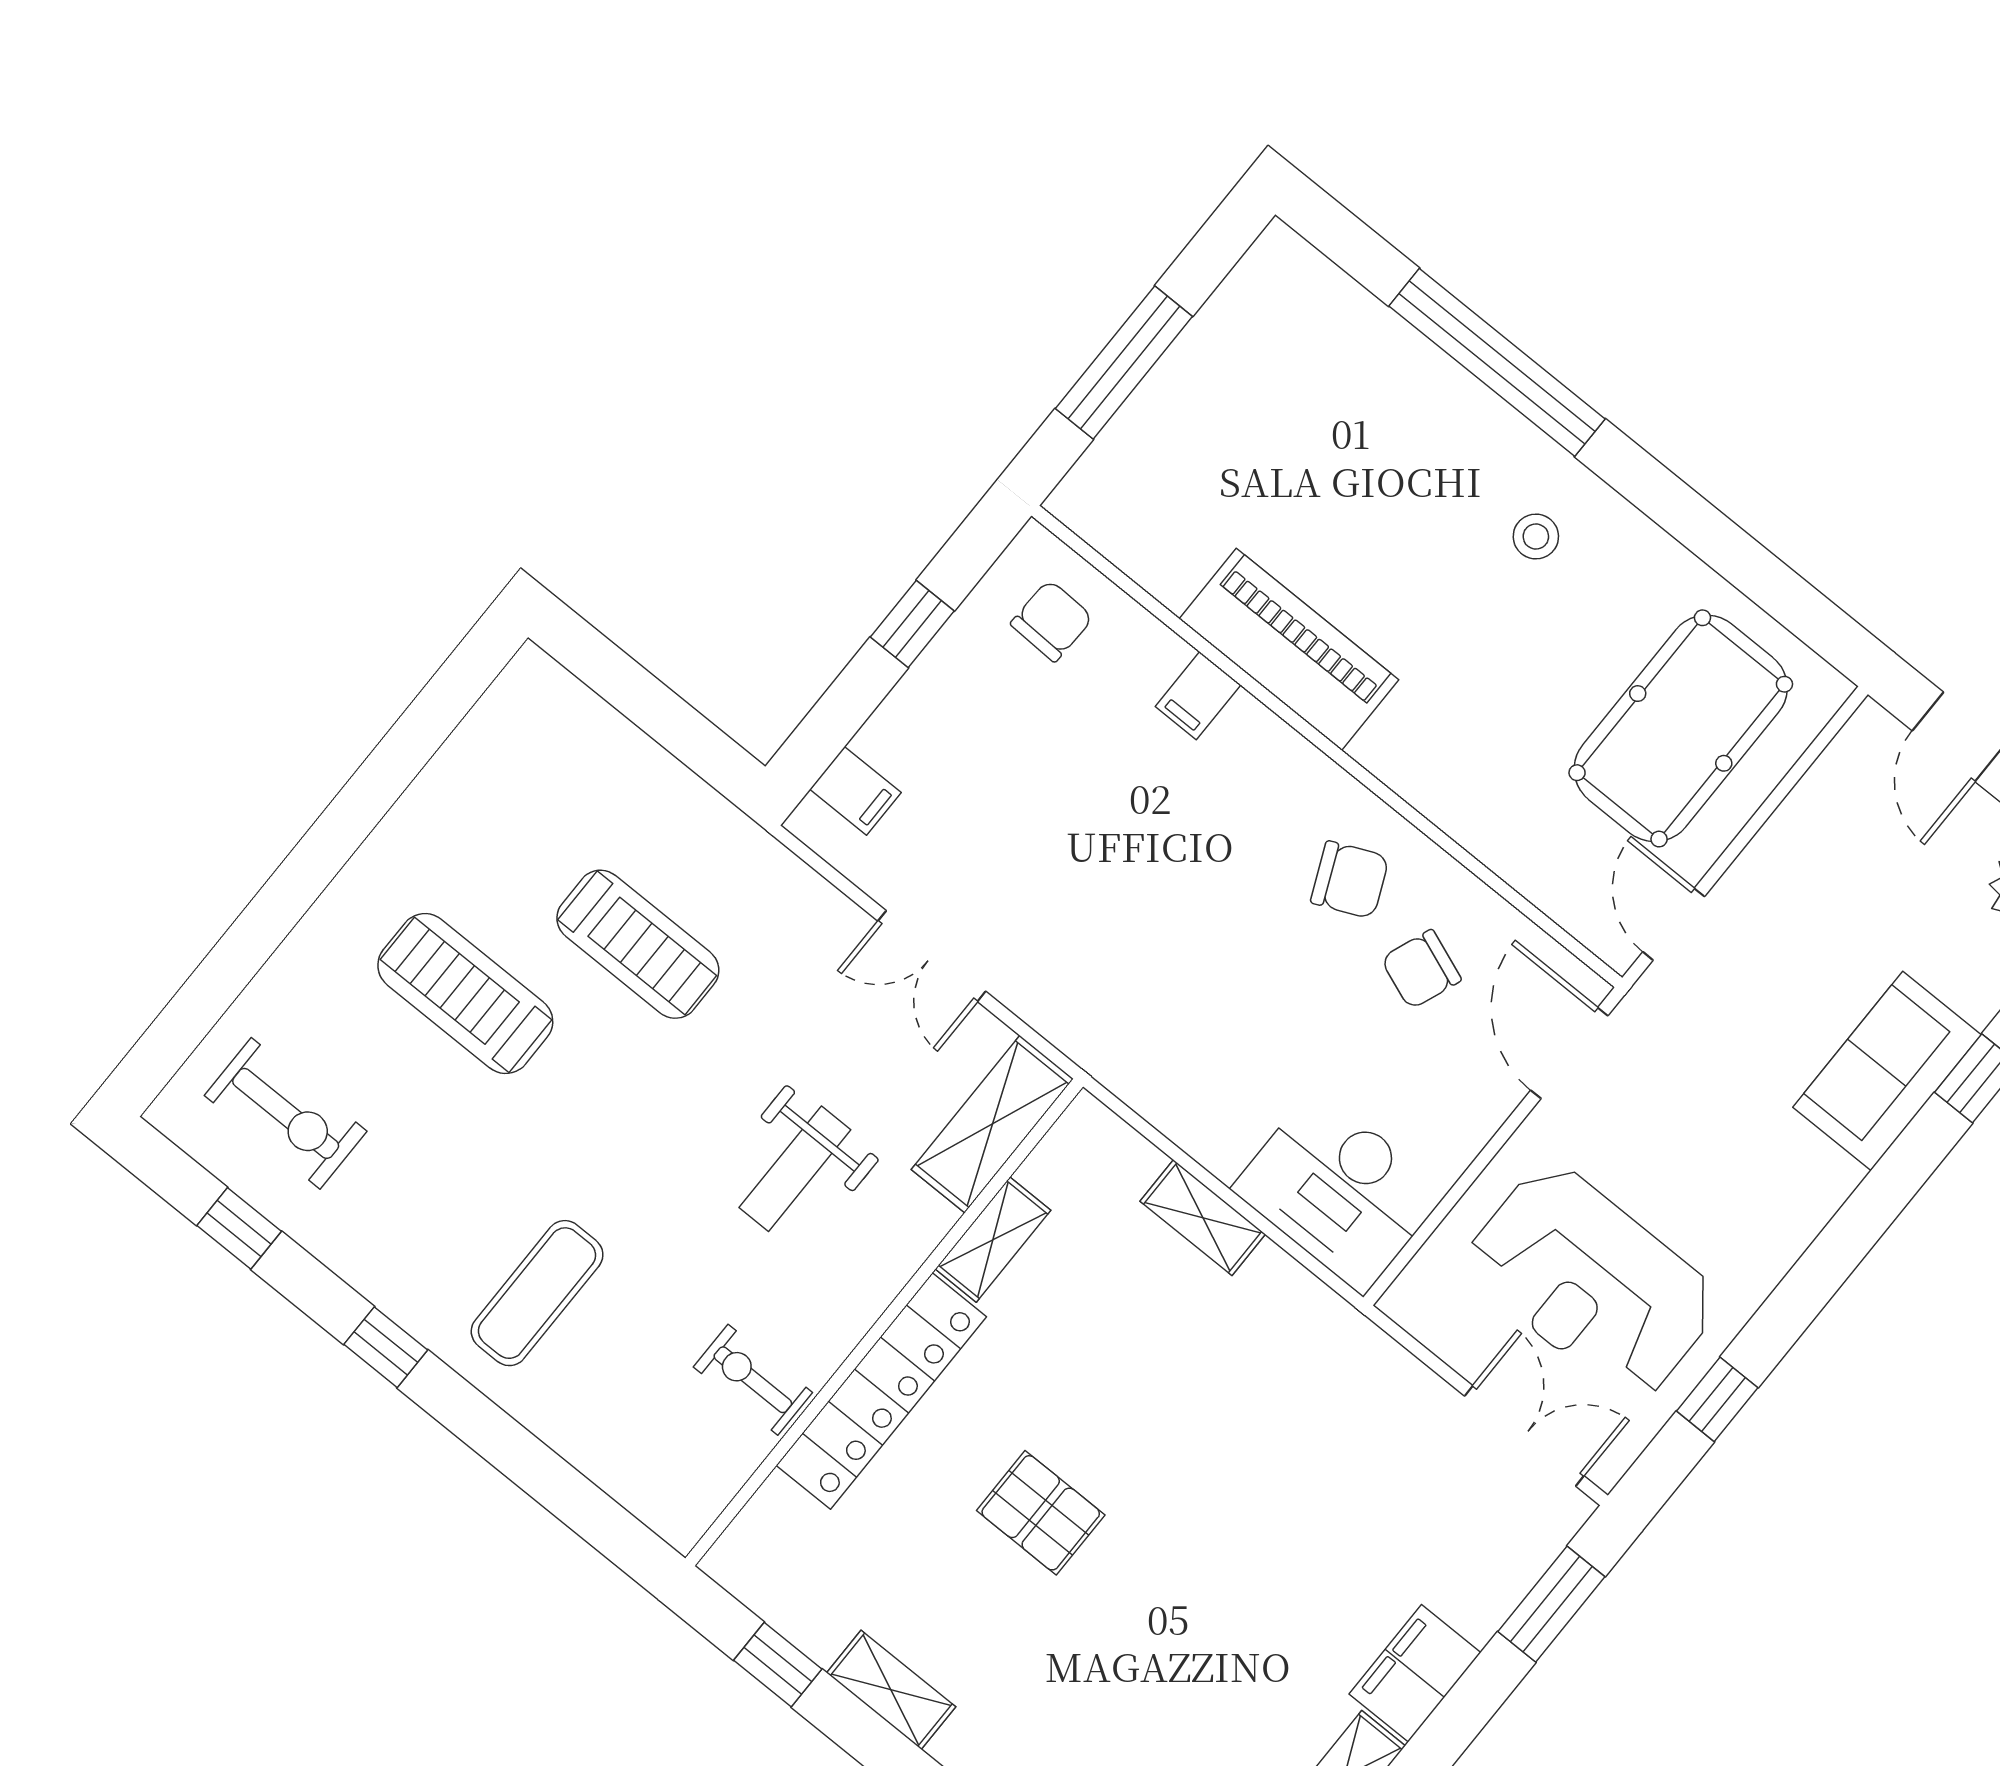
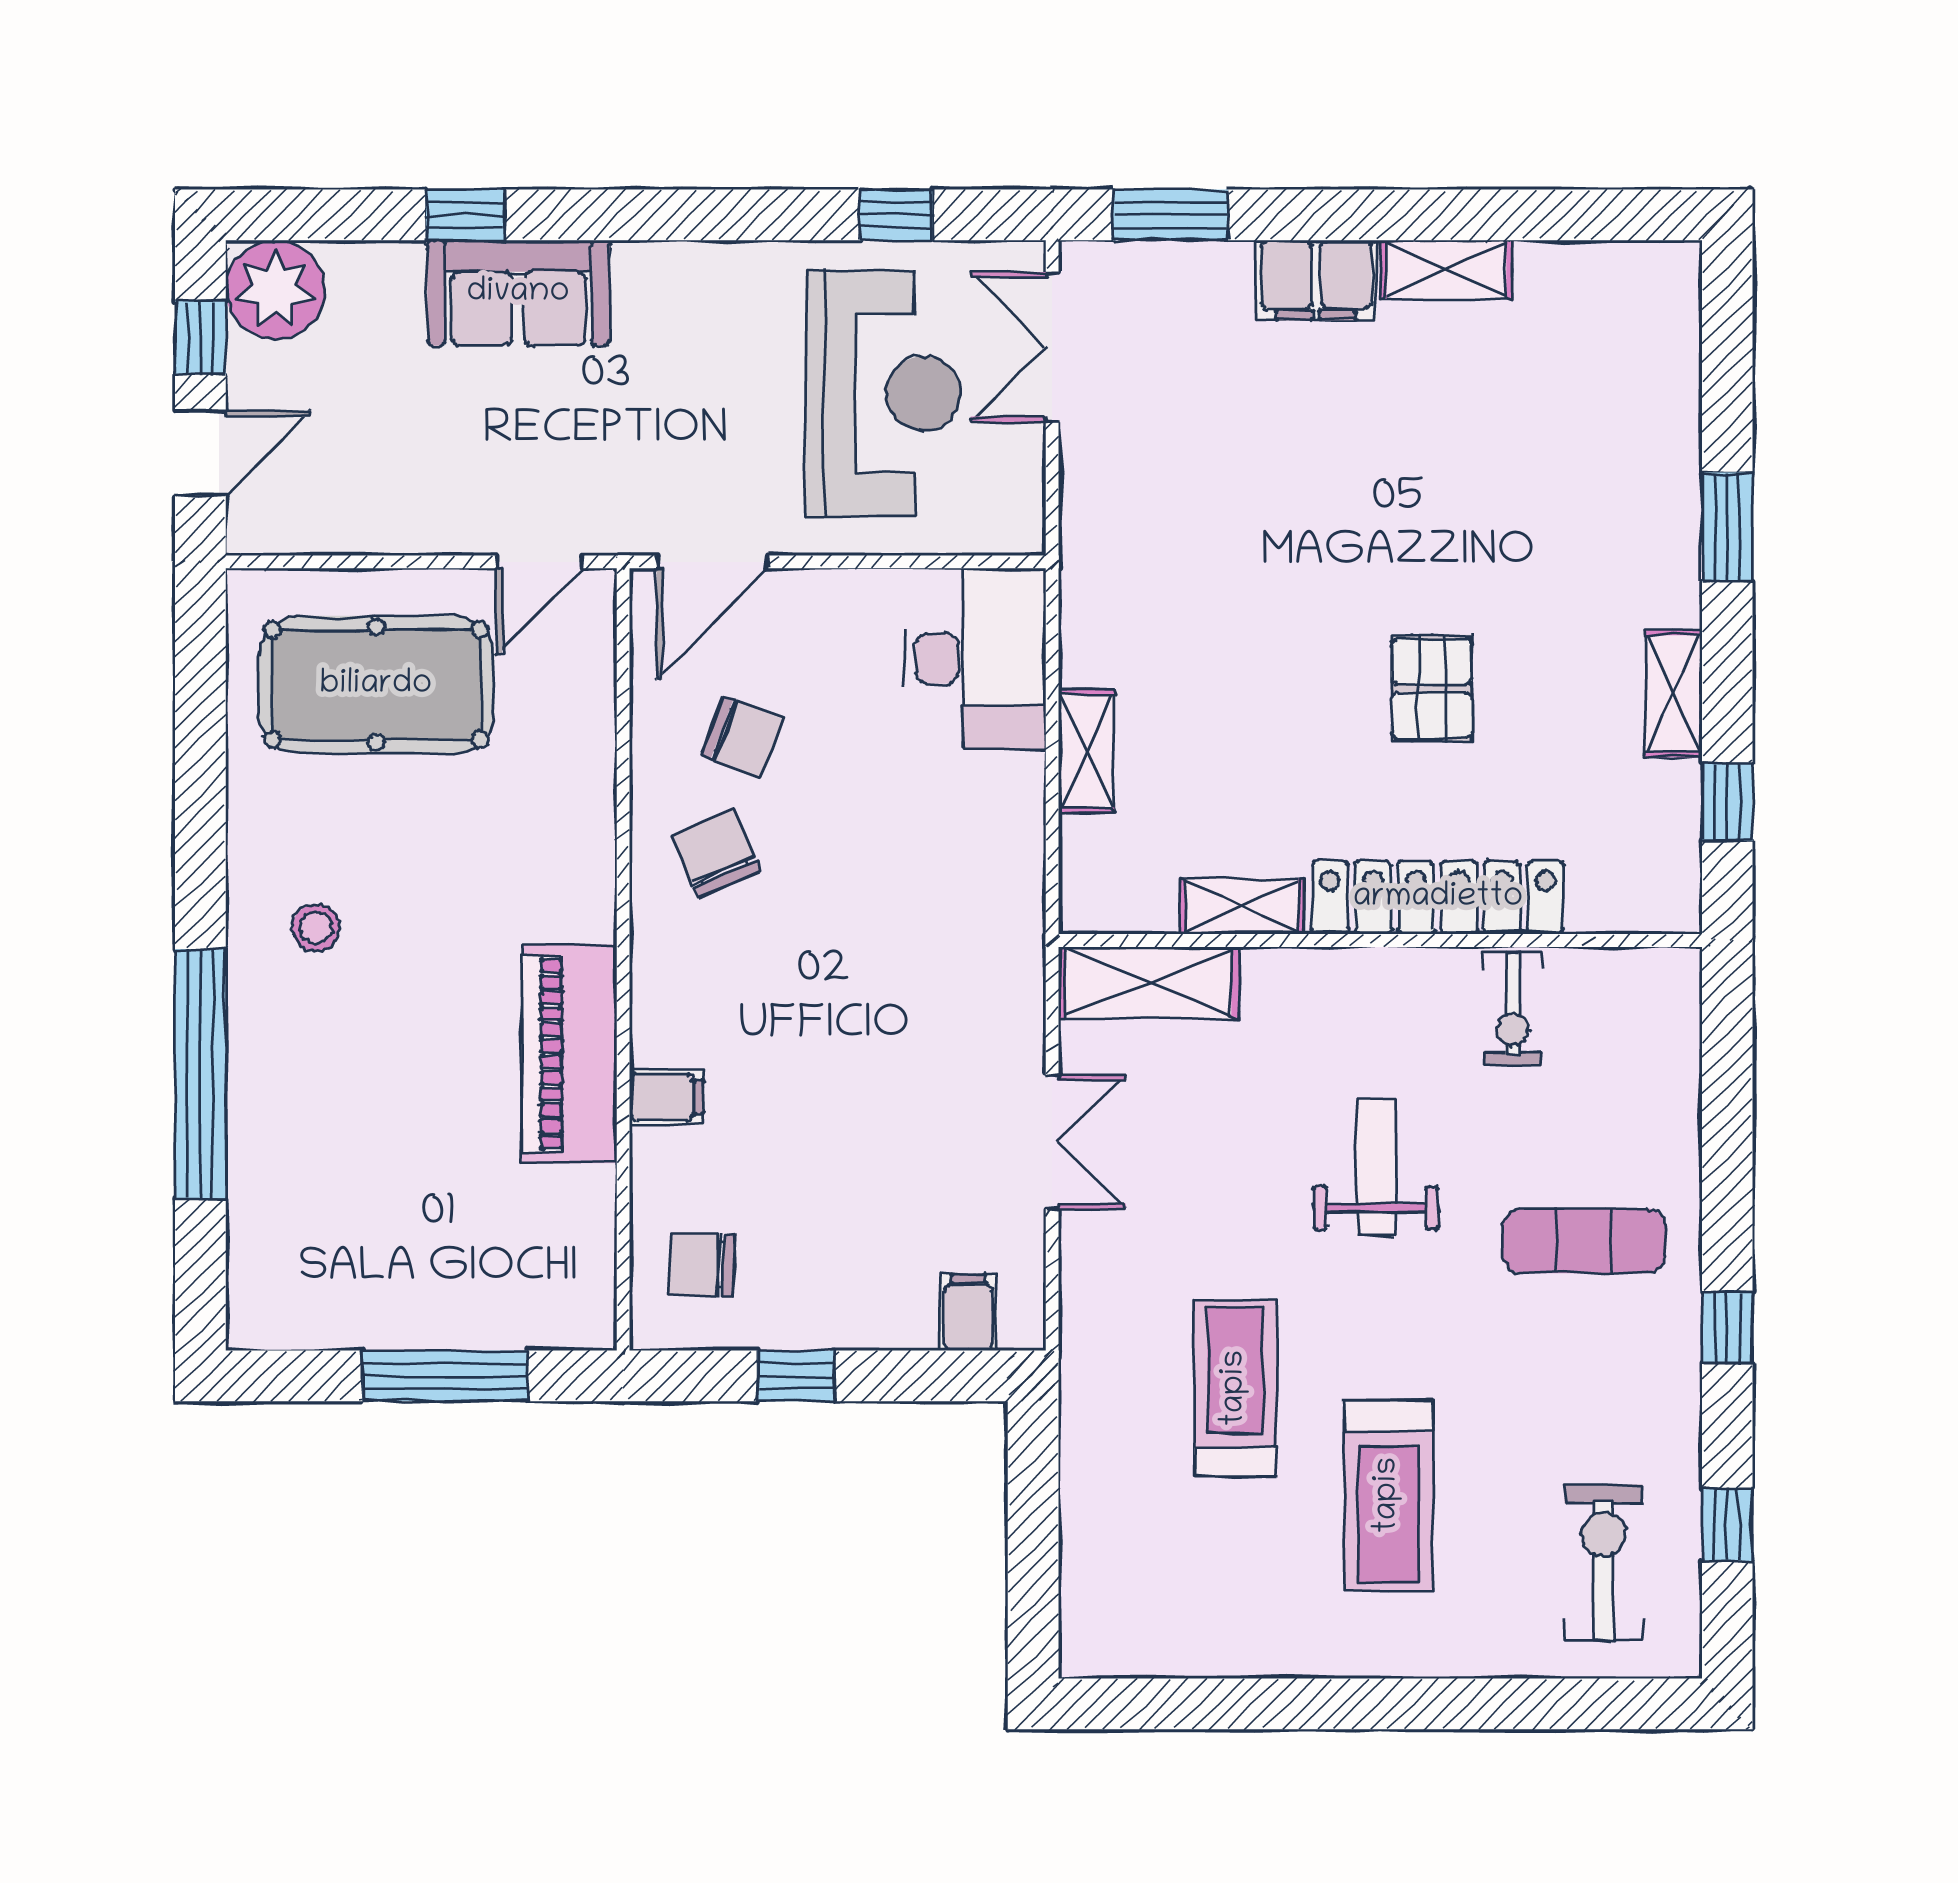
weight bench: (795, 1169) -> (1376, 1167), moved, turned -90

